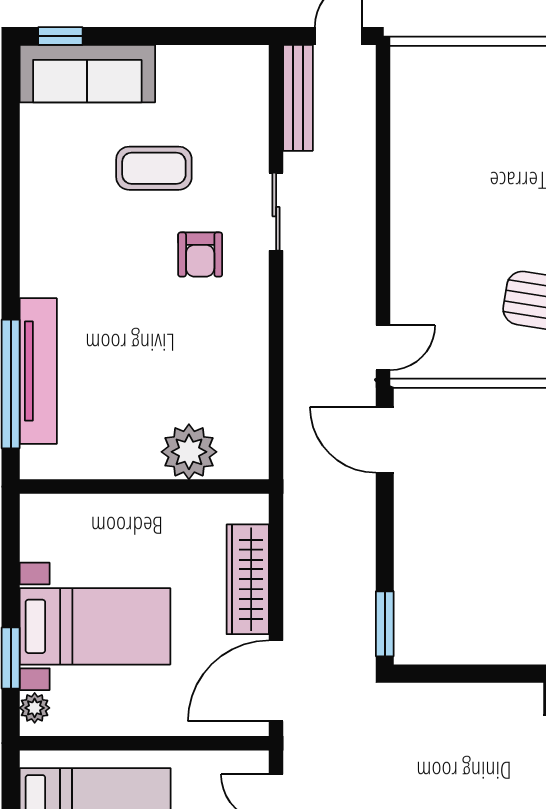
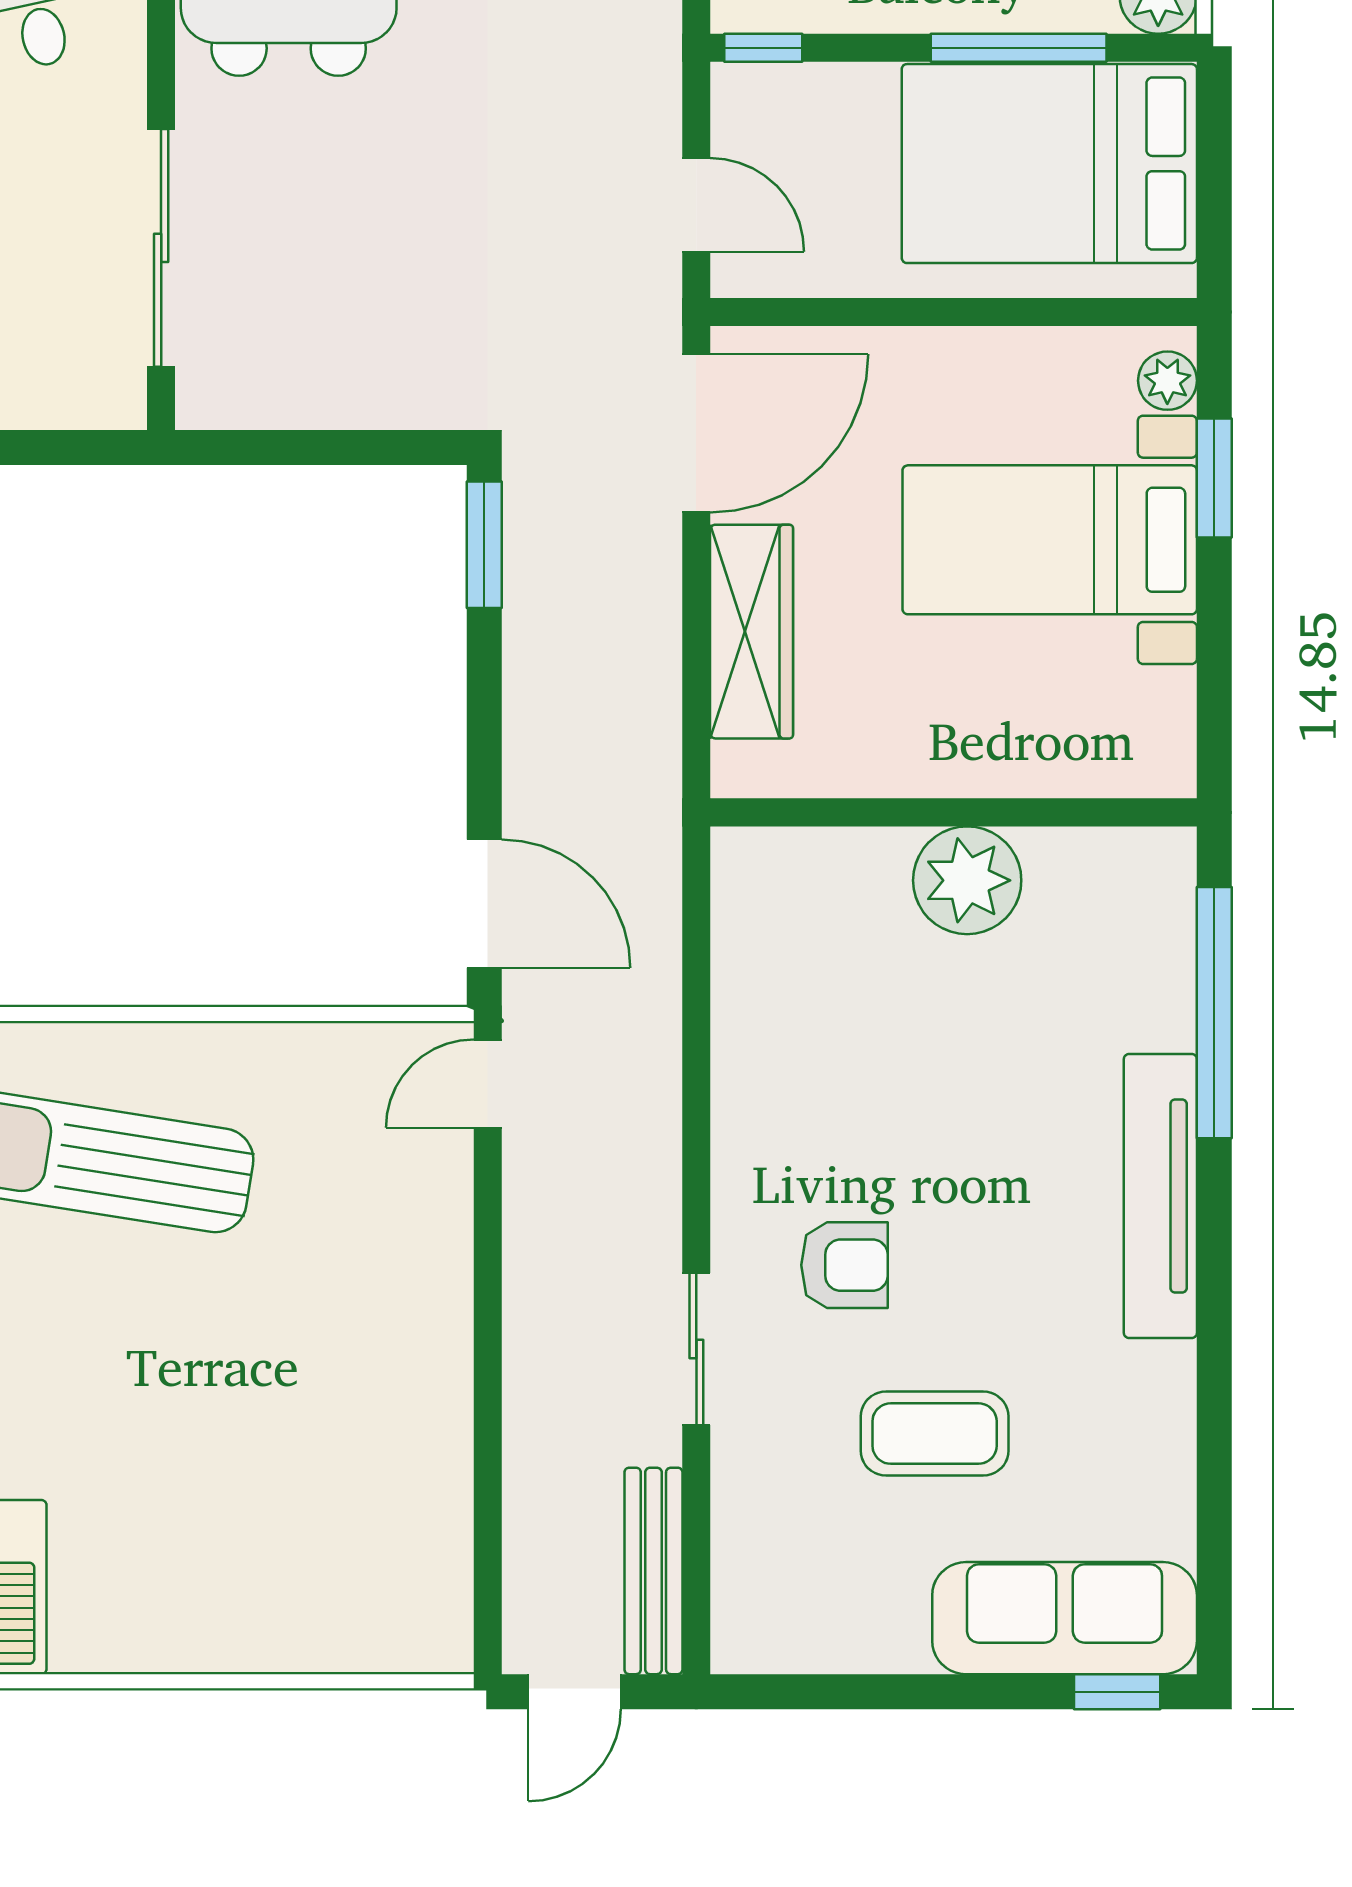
armchair: (200, 255) -> (844, 1265), turned 90
tv unit: (38, 371) -> (1160, 1196), moved
plant: (189, 452) -> (967, 880), moved

